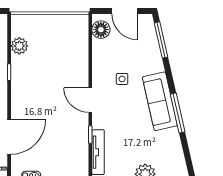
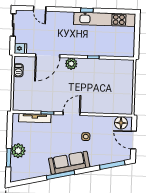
door: (125, 11) -> (134, 140), hinge flipped
plant: (19, 46) -> (71, 64), moved
door: (9, 137) -> (48, 56), hinge flipped

